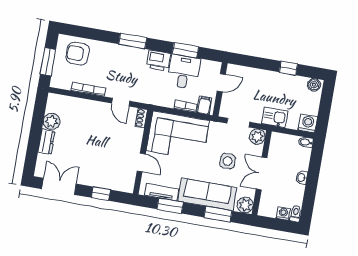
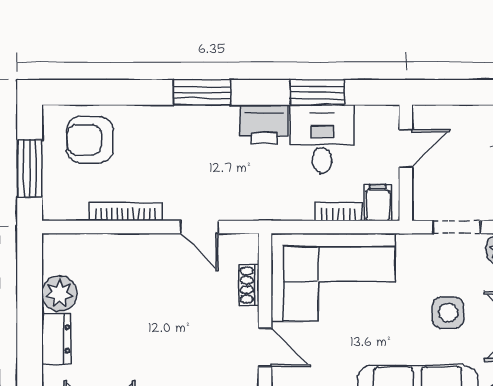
shoe rack: (141, 118) -> (249, 285), moved

